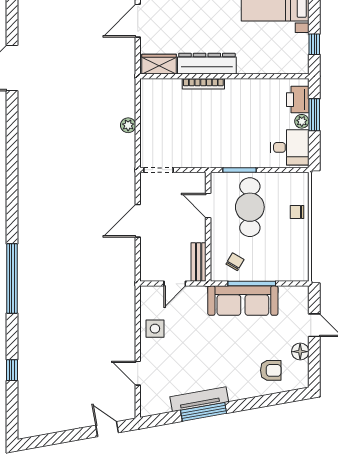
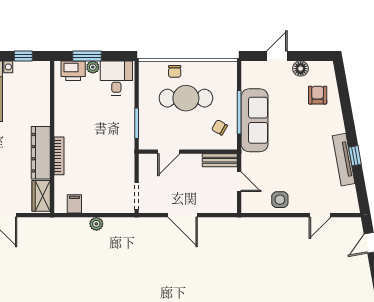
filing cabinet: (150, 101) -> (74, 204), added
cafe table: (250, 207) -> (186, 98), moved
window: (204, 412) -> (355, 156), width x0.46

